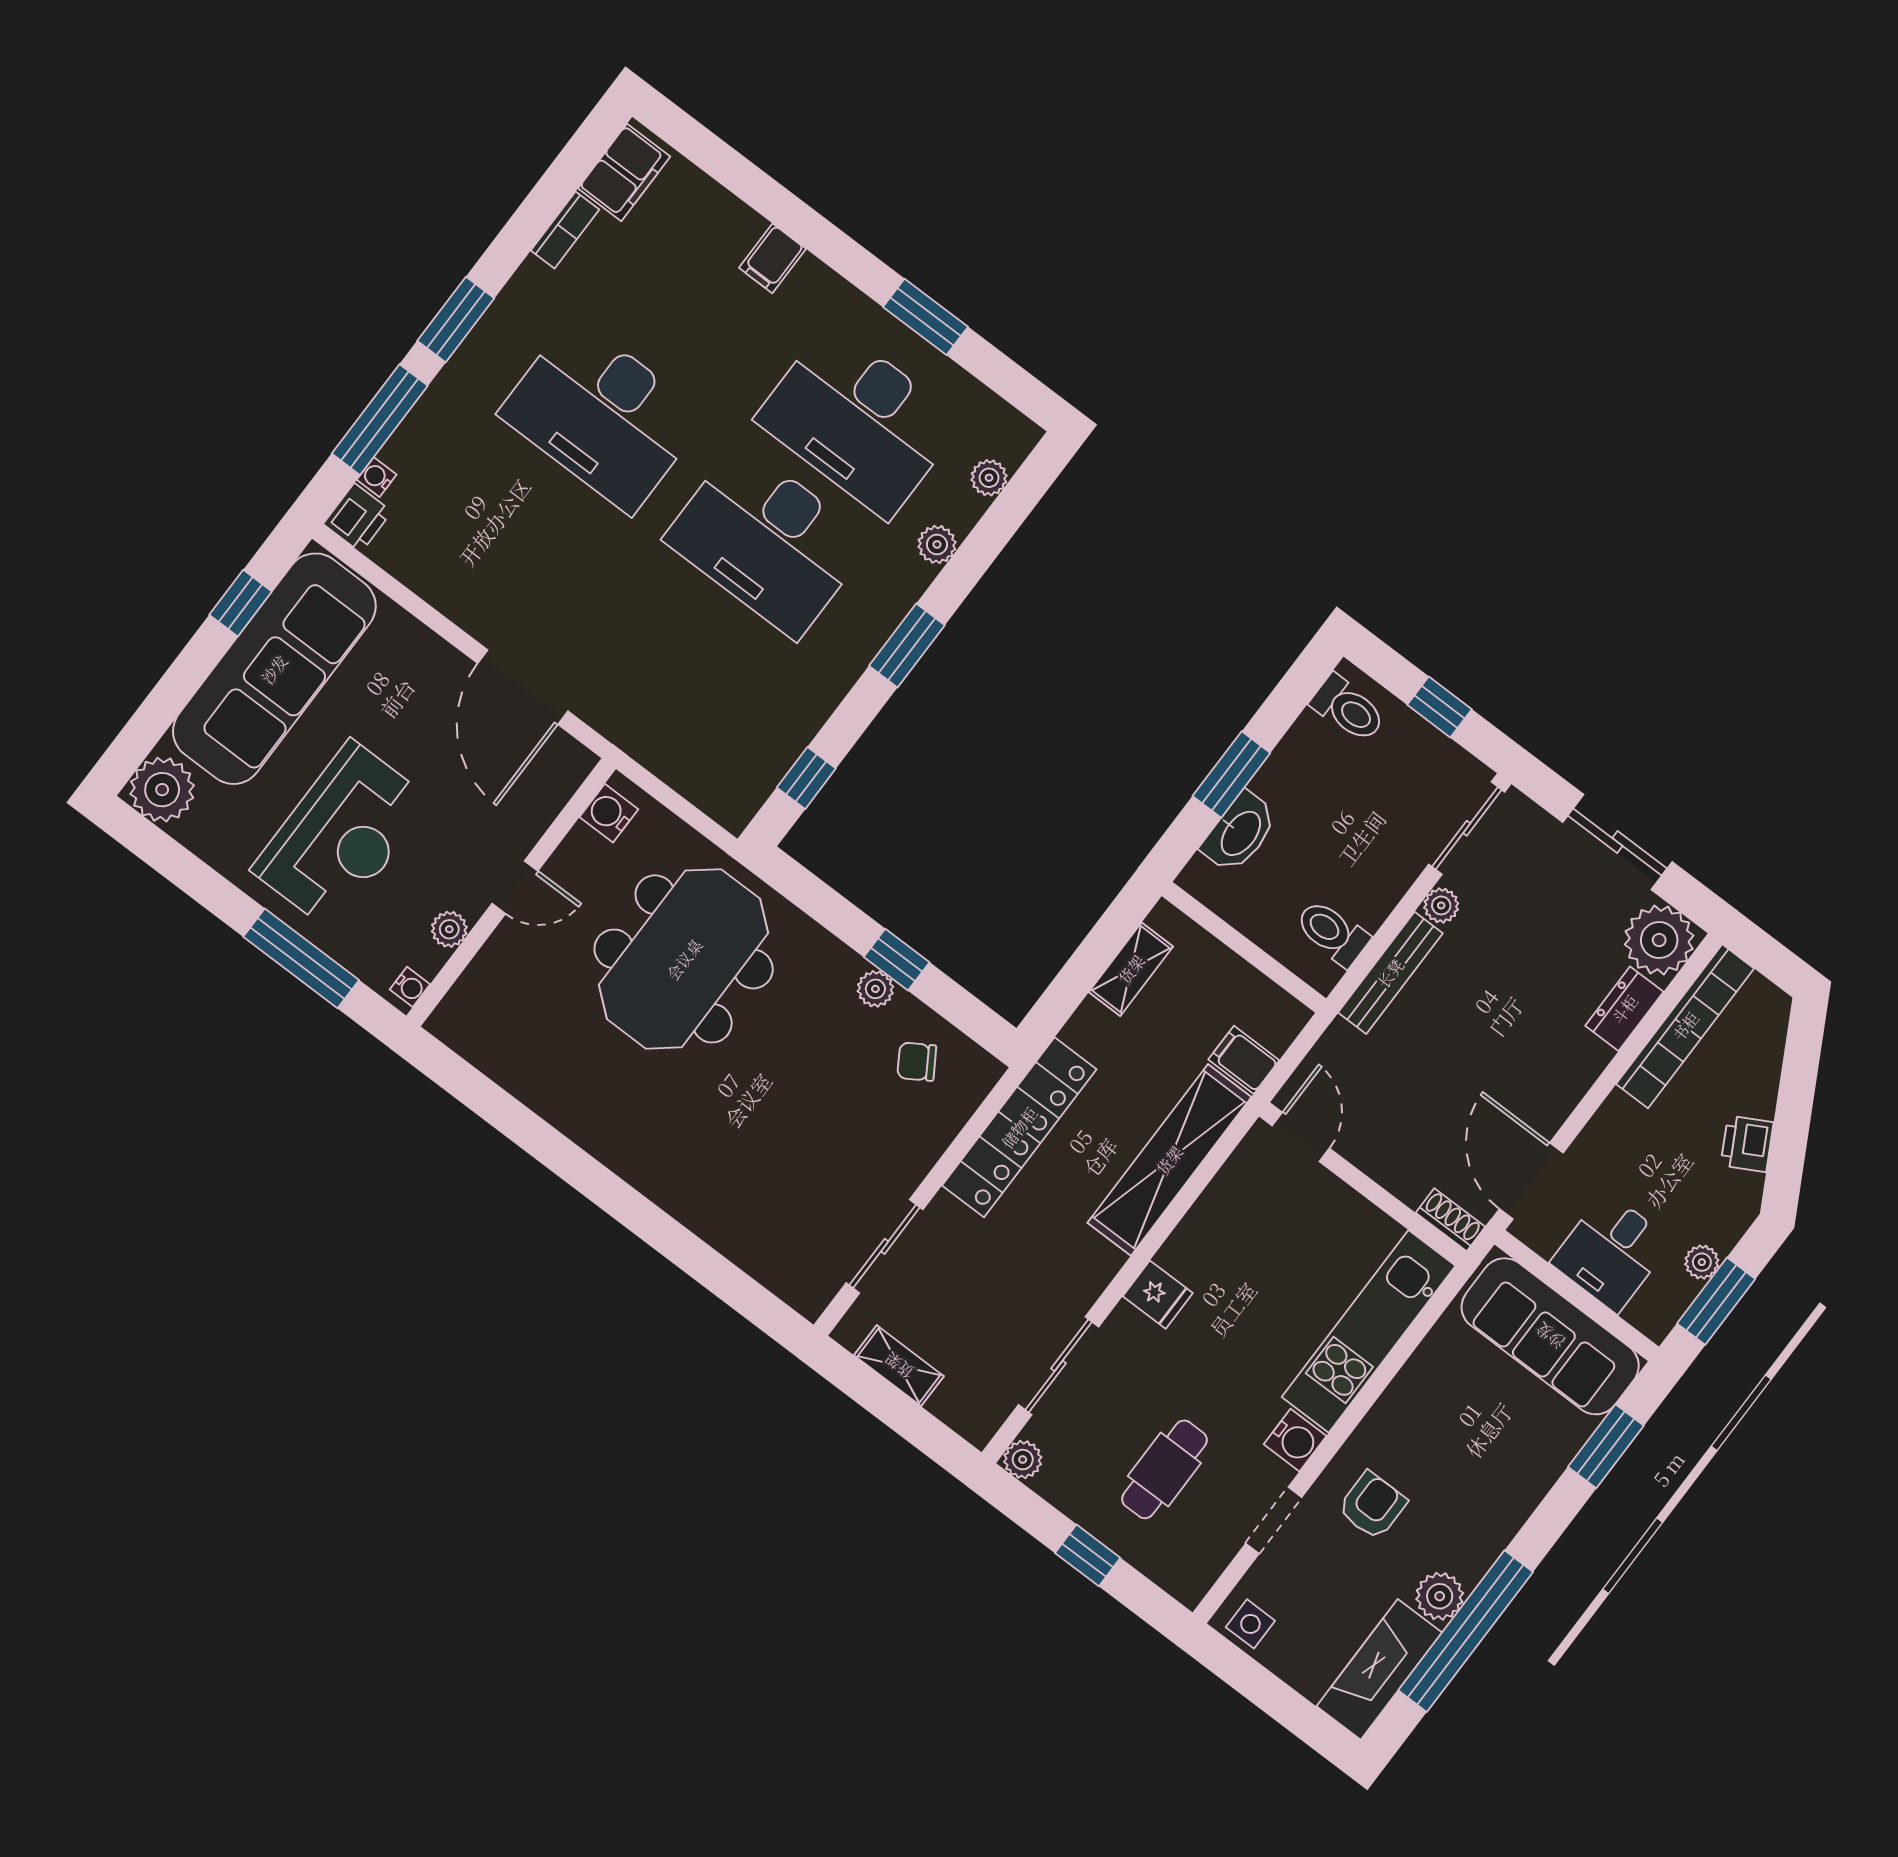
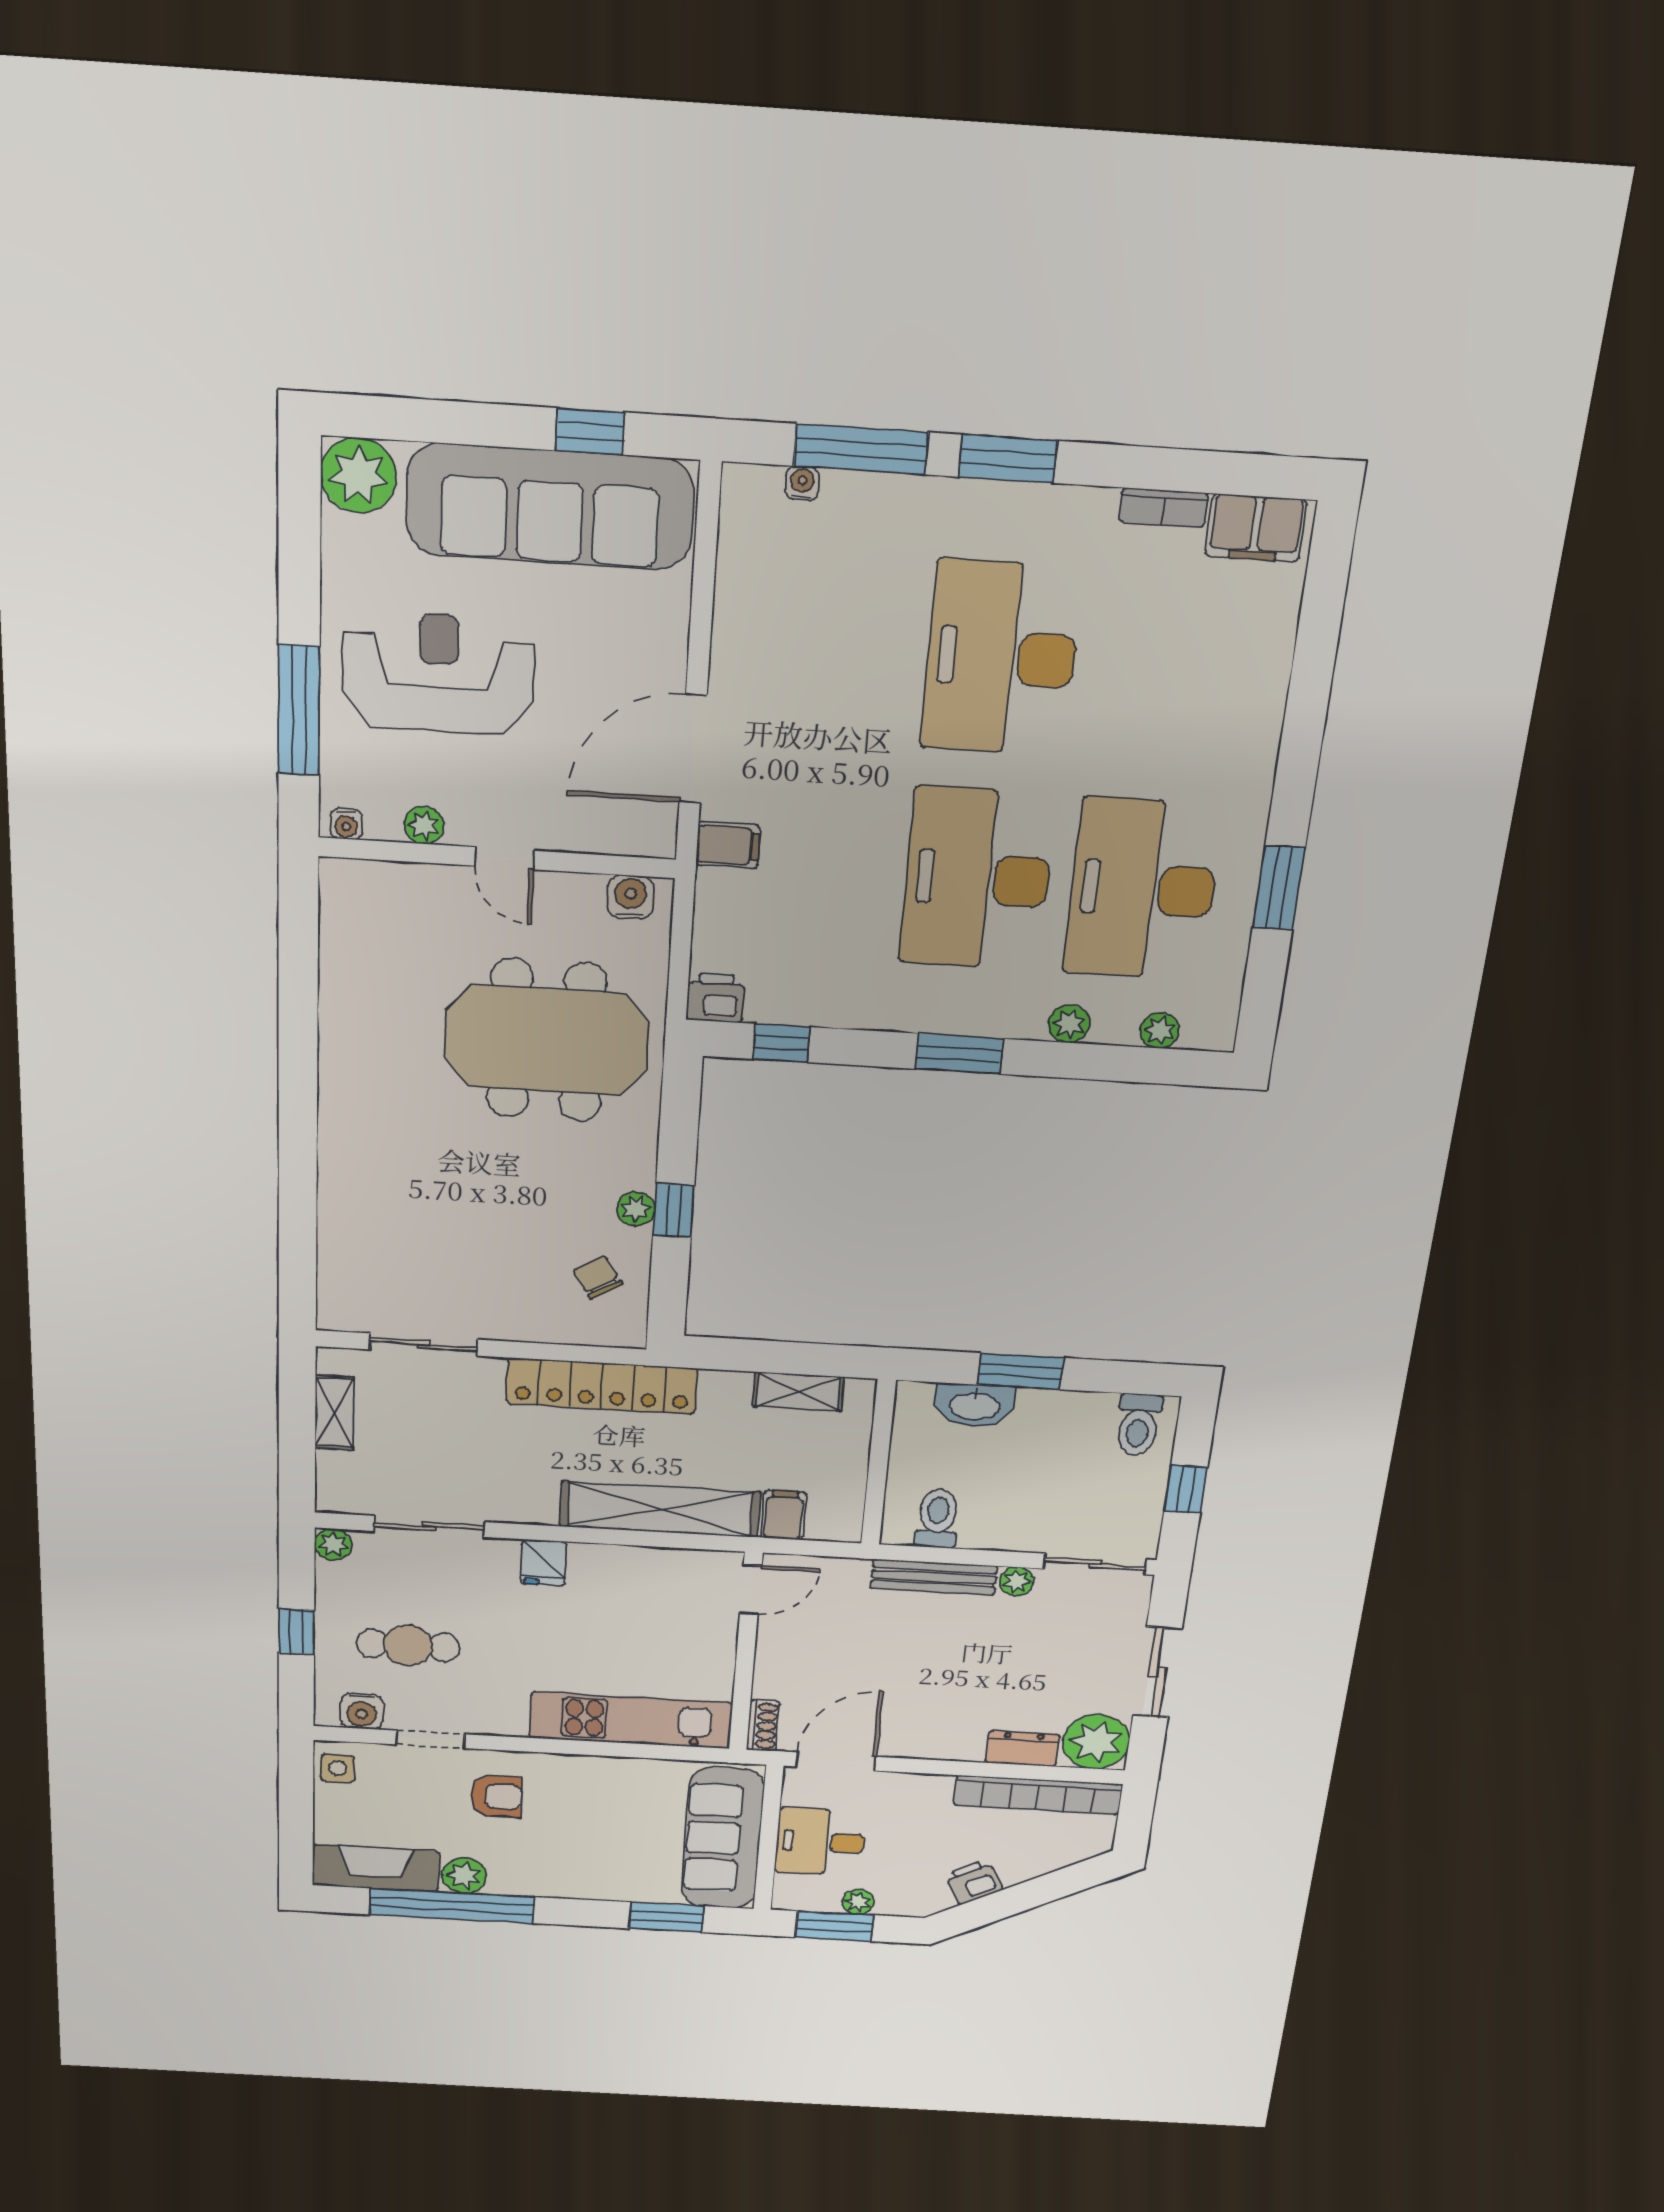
filing cabinet: (772, 258) -> (728, 845), moved, turned 180
printer: (358, 518) -> (715, 998), moved, turned 180
reception desk: (341, 835) -> (438, 673), turned 180
water cooler: (1295, 1440) -> (362, 1711), moved

